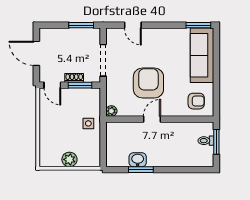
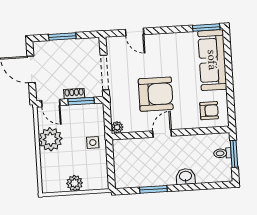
window: (81, 25) -> (62, 37), moved
armchair: (148, 83) -> (156, 94), turned 90
plant: (50, 118) -> (50, 139), added
washbasin: (138, 160) -> (186, 177), moved

